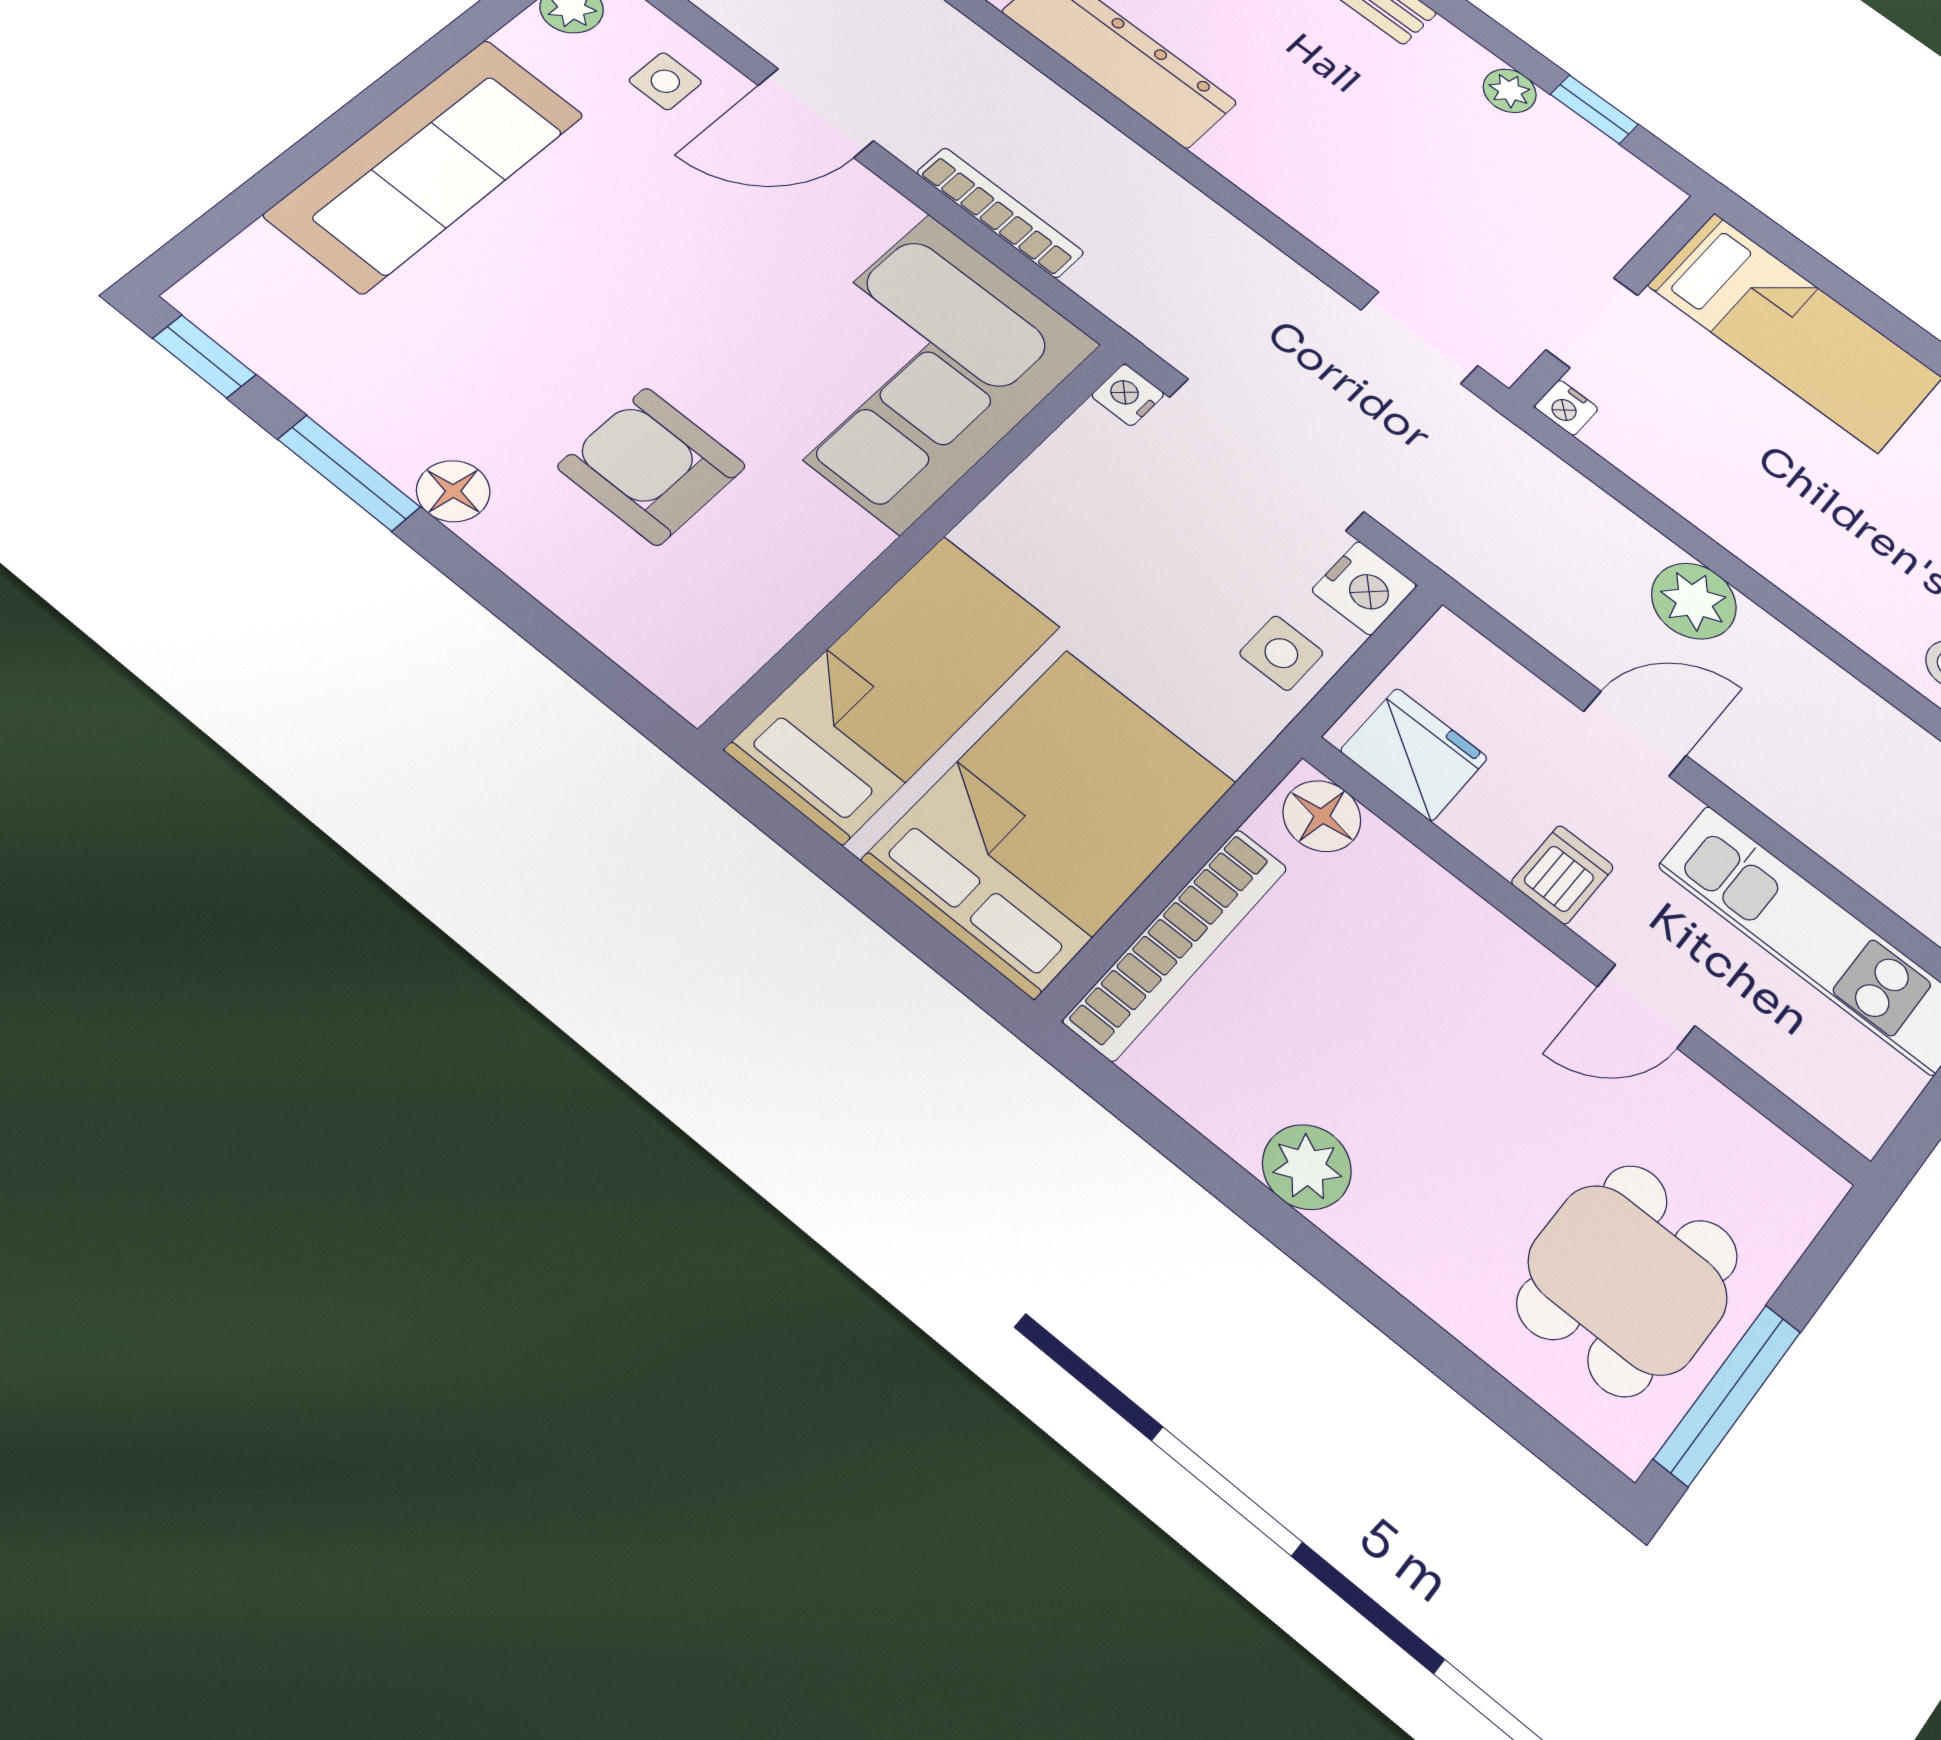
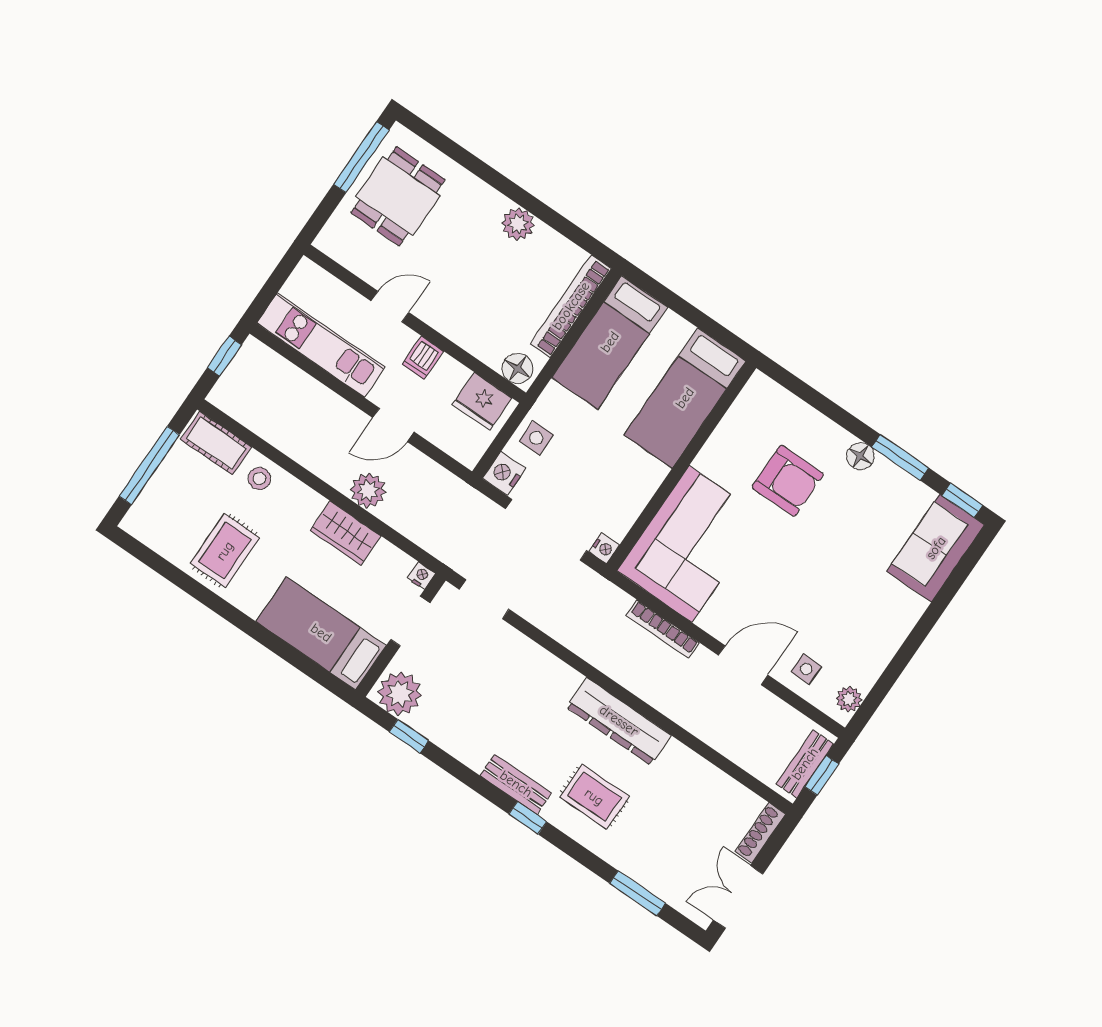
plant: (1510, 91) -> (400, 694), moved, width x1.88, depth x1.88
sofa: (425, 165) -> (936, 548), moved, width x0.73
wardrobe: (1745, 521) -> (346, 533), added
bed: (1051, 821) -> (610, 342), width x0.67

